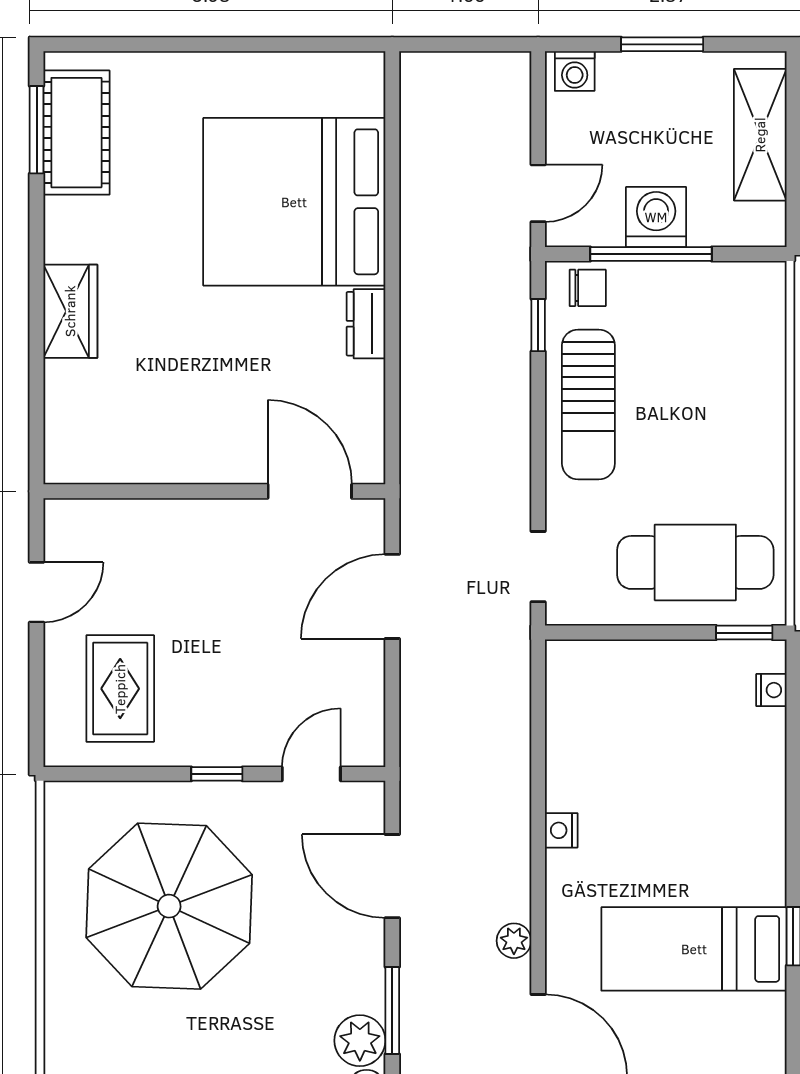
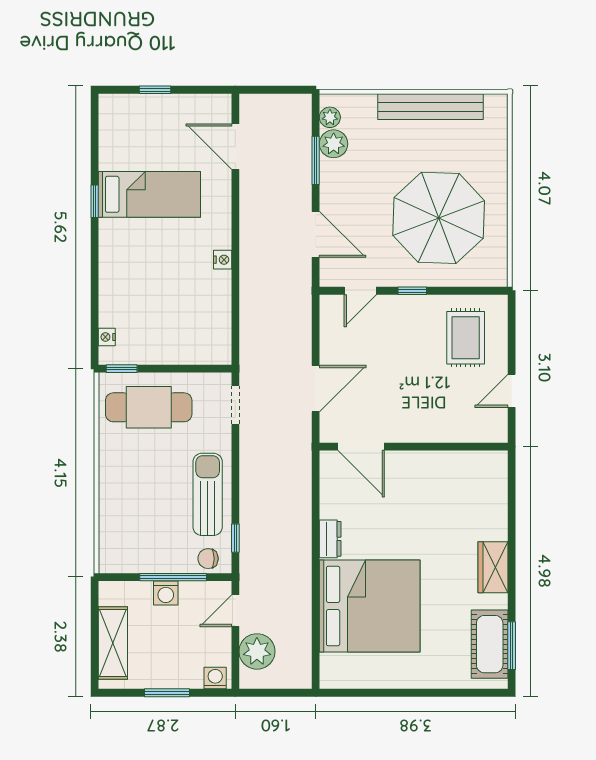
washing machine: (656, 217) -> (166, 593), width x0.73, depth x0.73
wardrobe: (70, 311) -> (493, 567), moved
plant: (514, 941) -> (257, 651), moved, width x1.87, depth x1.87

